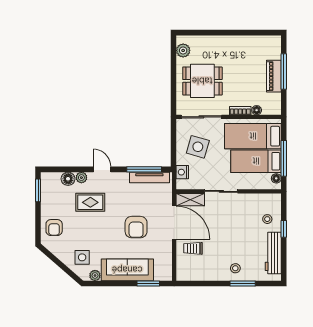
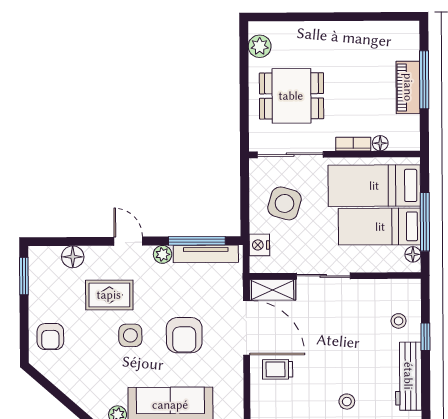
plant: (81, 178) -> (163, 254), moved
side table: (82, 257) -> (130, 335), moved

